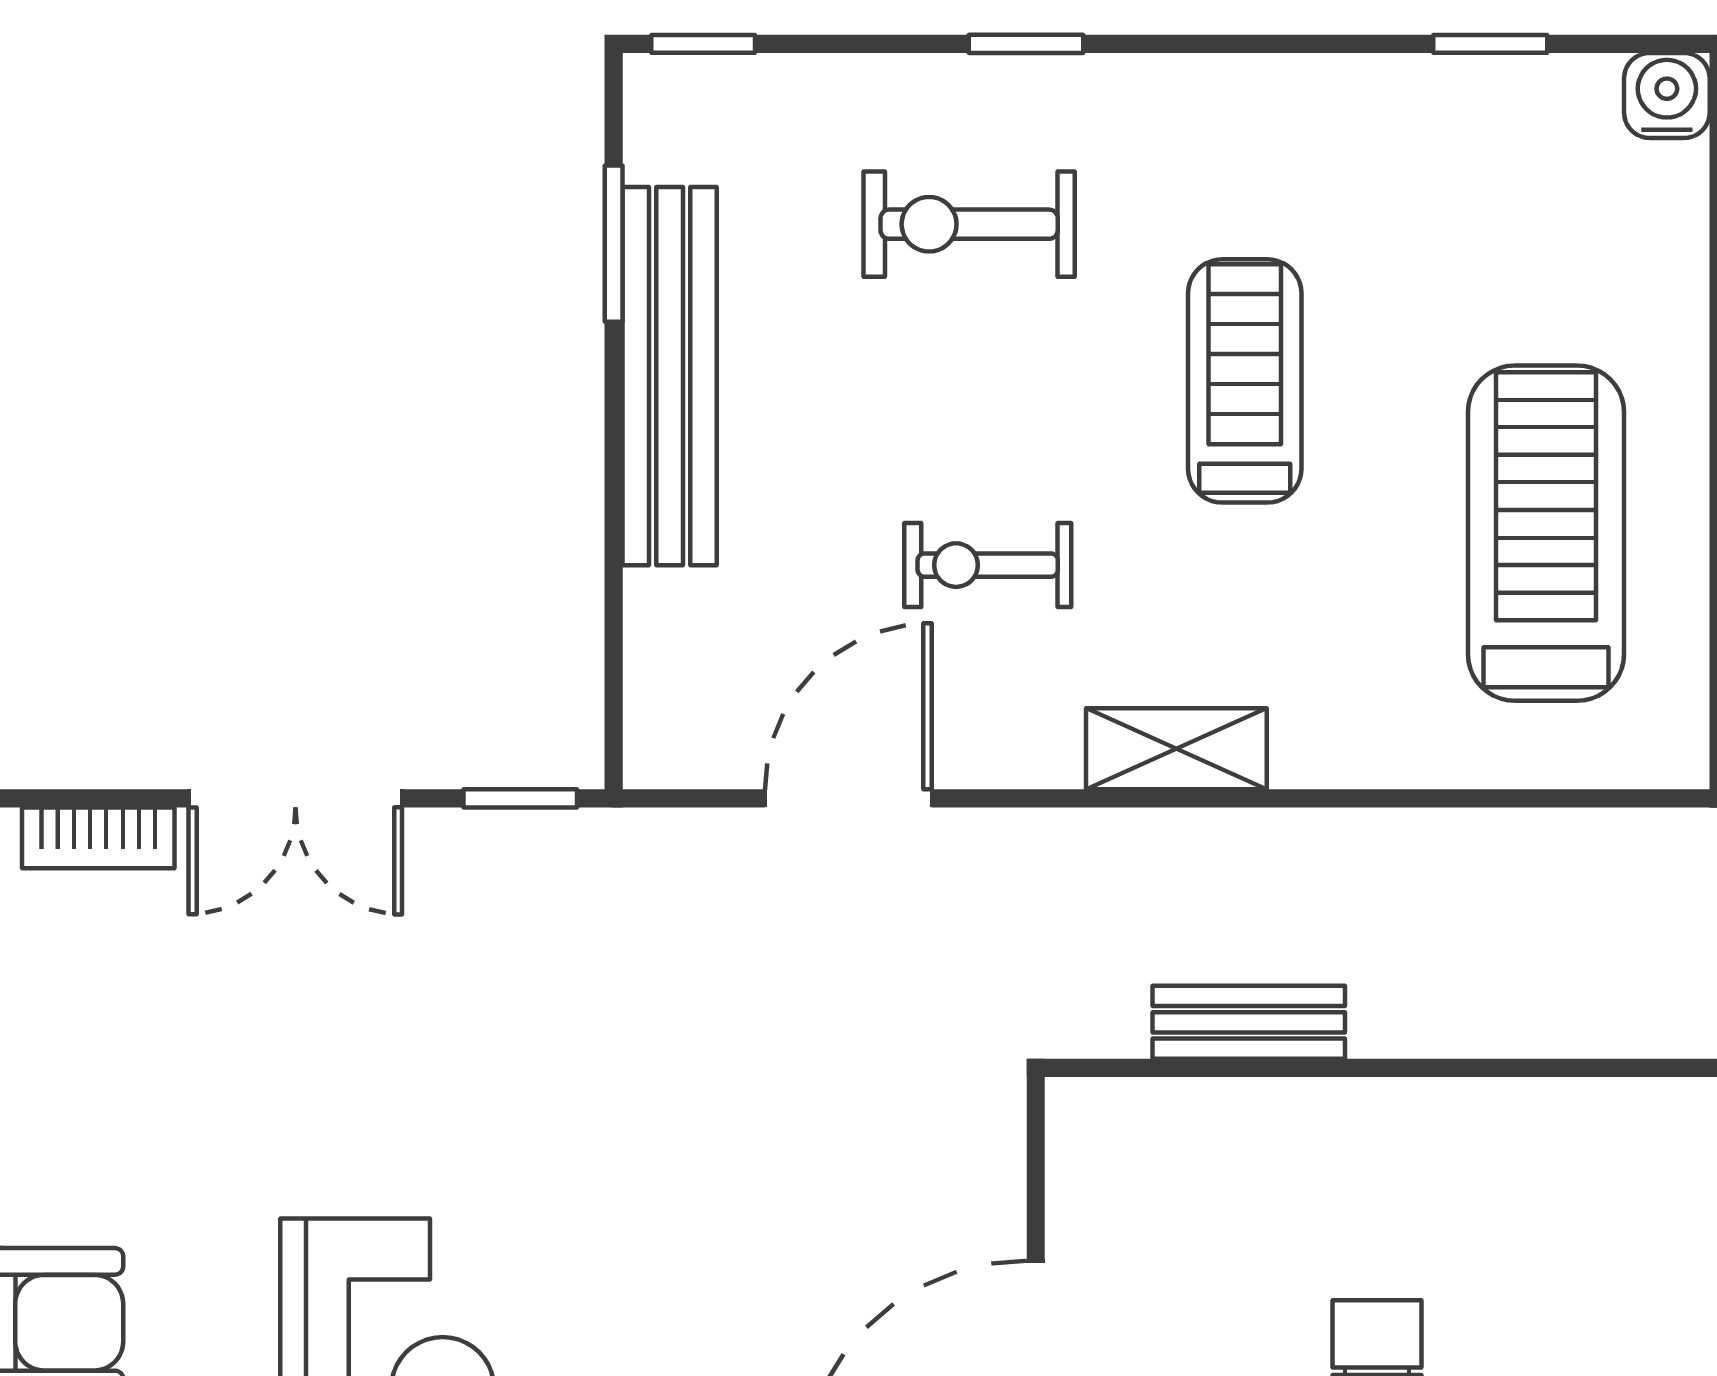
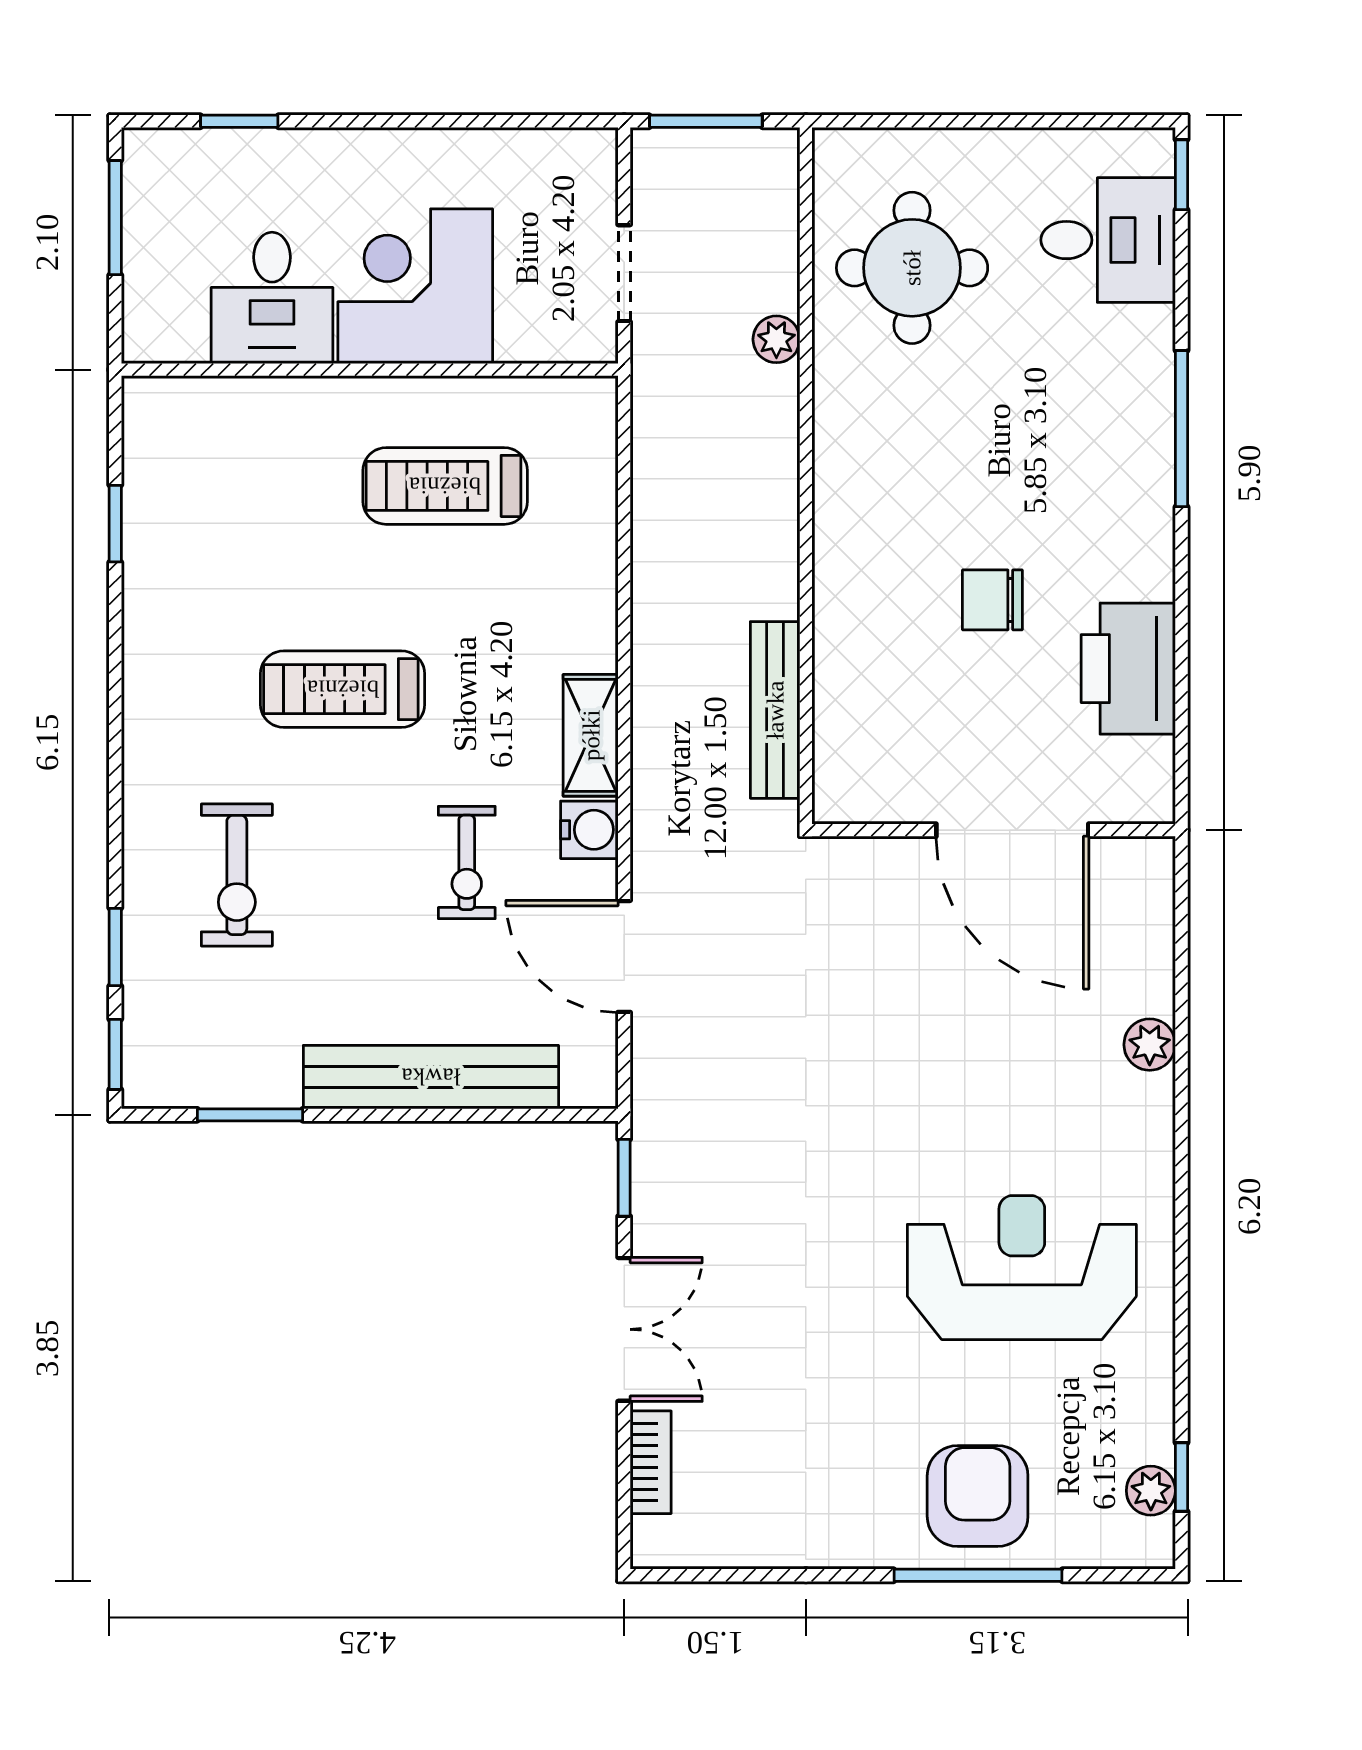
window: (1026, 44) -> (115, 947), moved
water cooler: (1667, 95) -> (589, 830), moved, turned 180
bench: (670, 376) -> (431, 1077), moved
treadmill: (1546, 533) -> (445, 486), width x0.73, depth x0.73
bench: (1249, 1022) -> (775, 710), width x1.36

